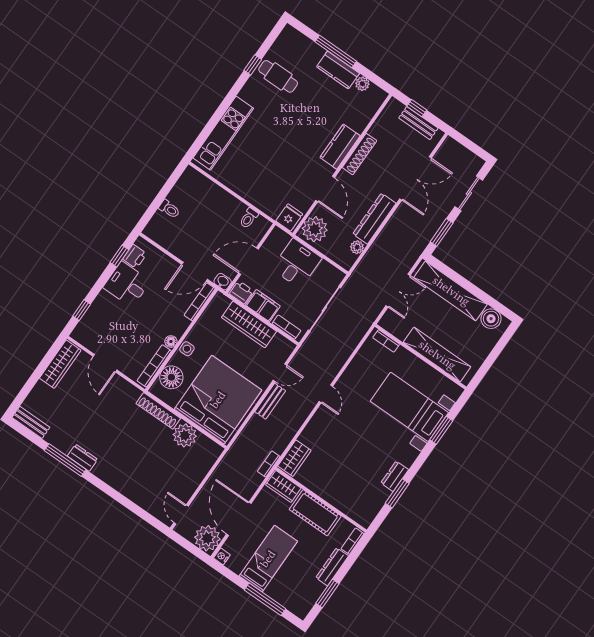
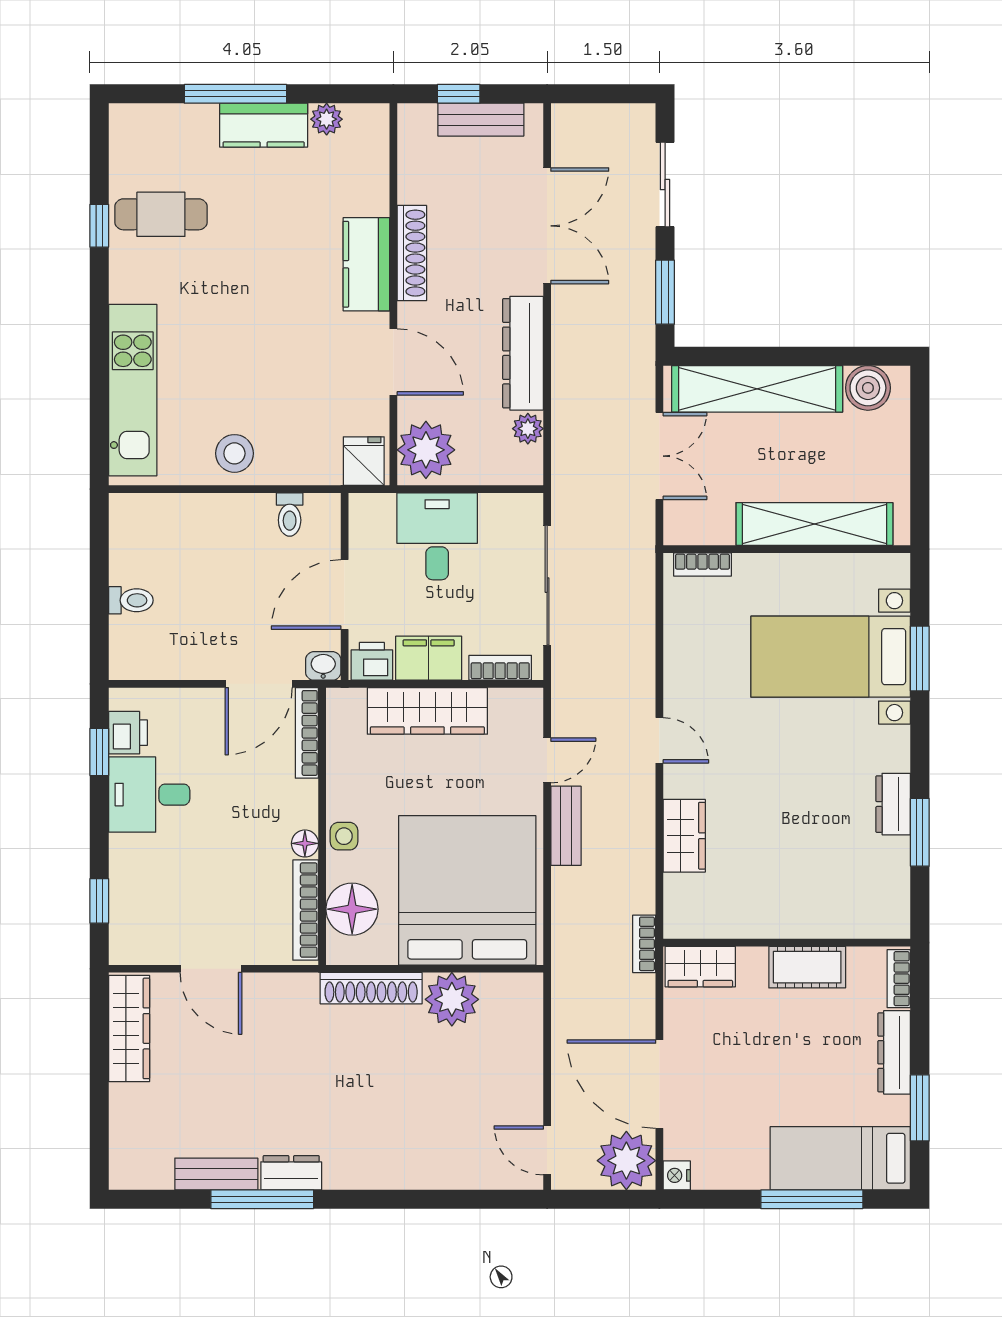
stool: (244, 182) -> (234, 453), added
bench: (31, 422) -> (216, 1174), moved
wardrobe: (294, 458) -> (684, 836), moved
cot: (315, 513) -> (807, 967), width x0.73, depth x0.75
bed: (268, 559) -> (840, 1158), moved, turned -90

